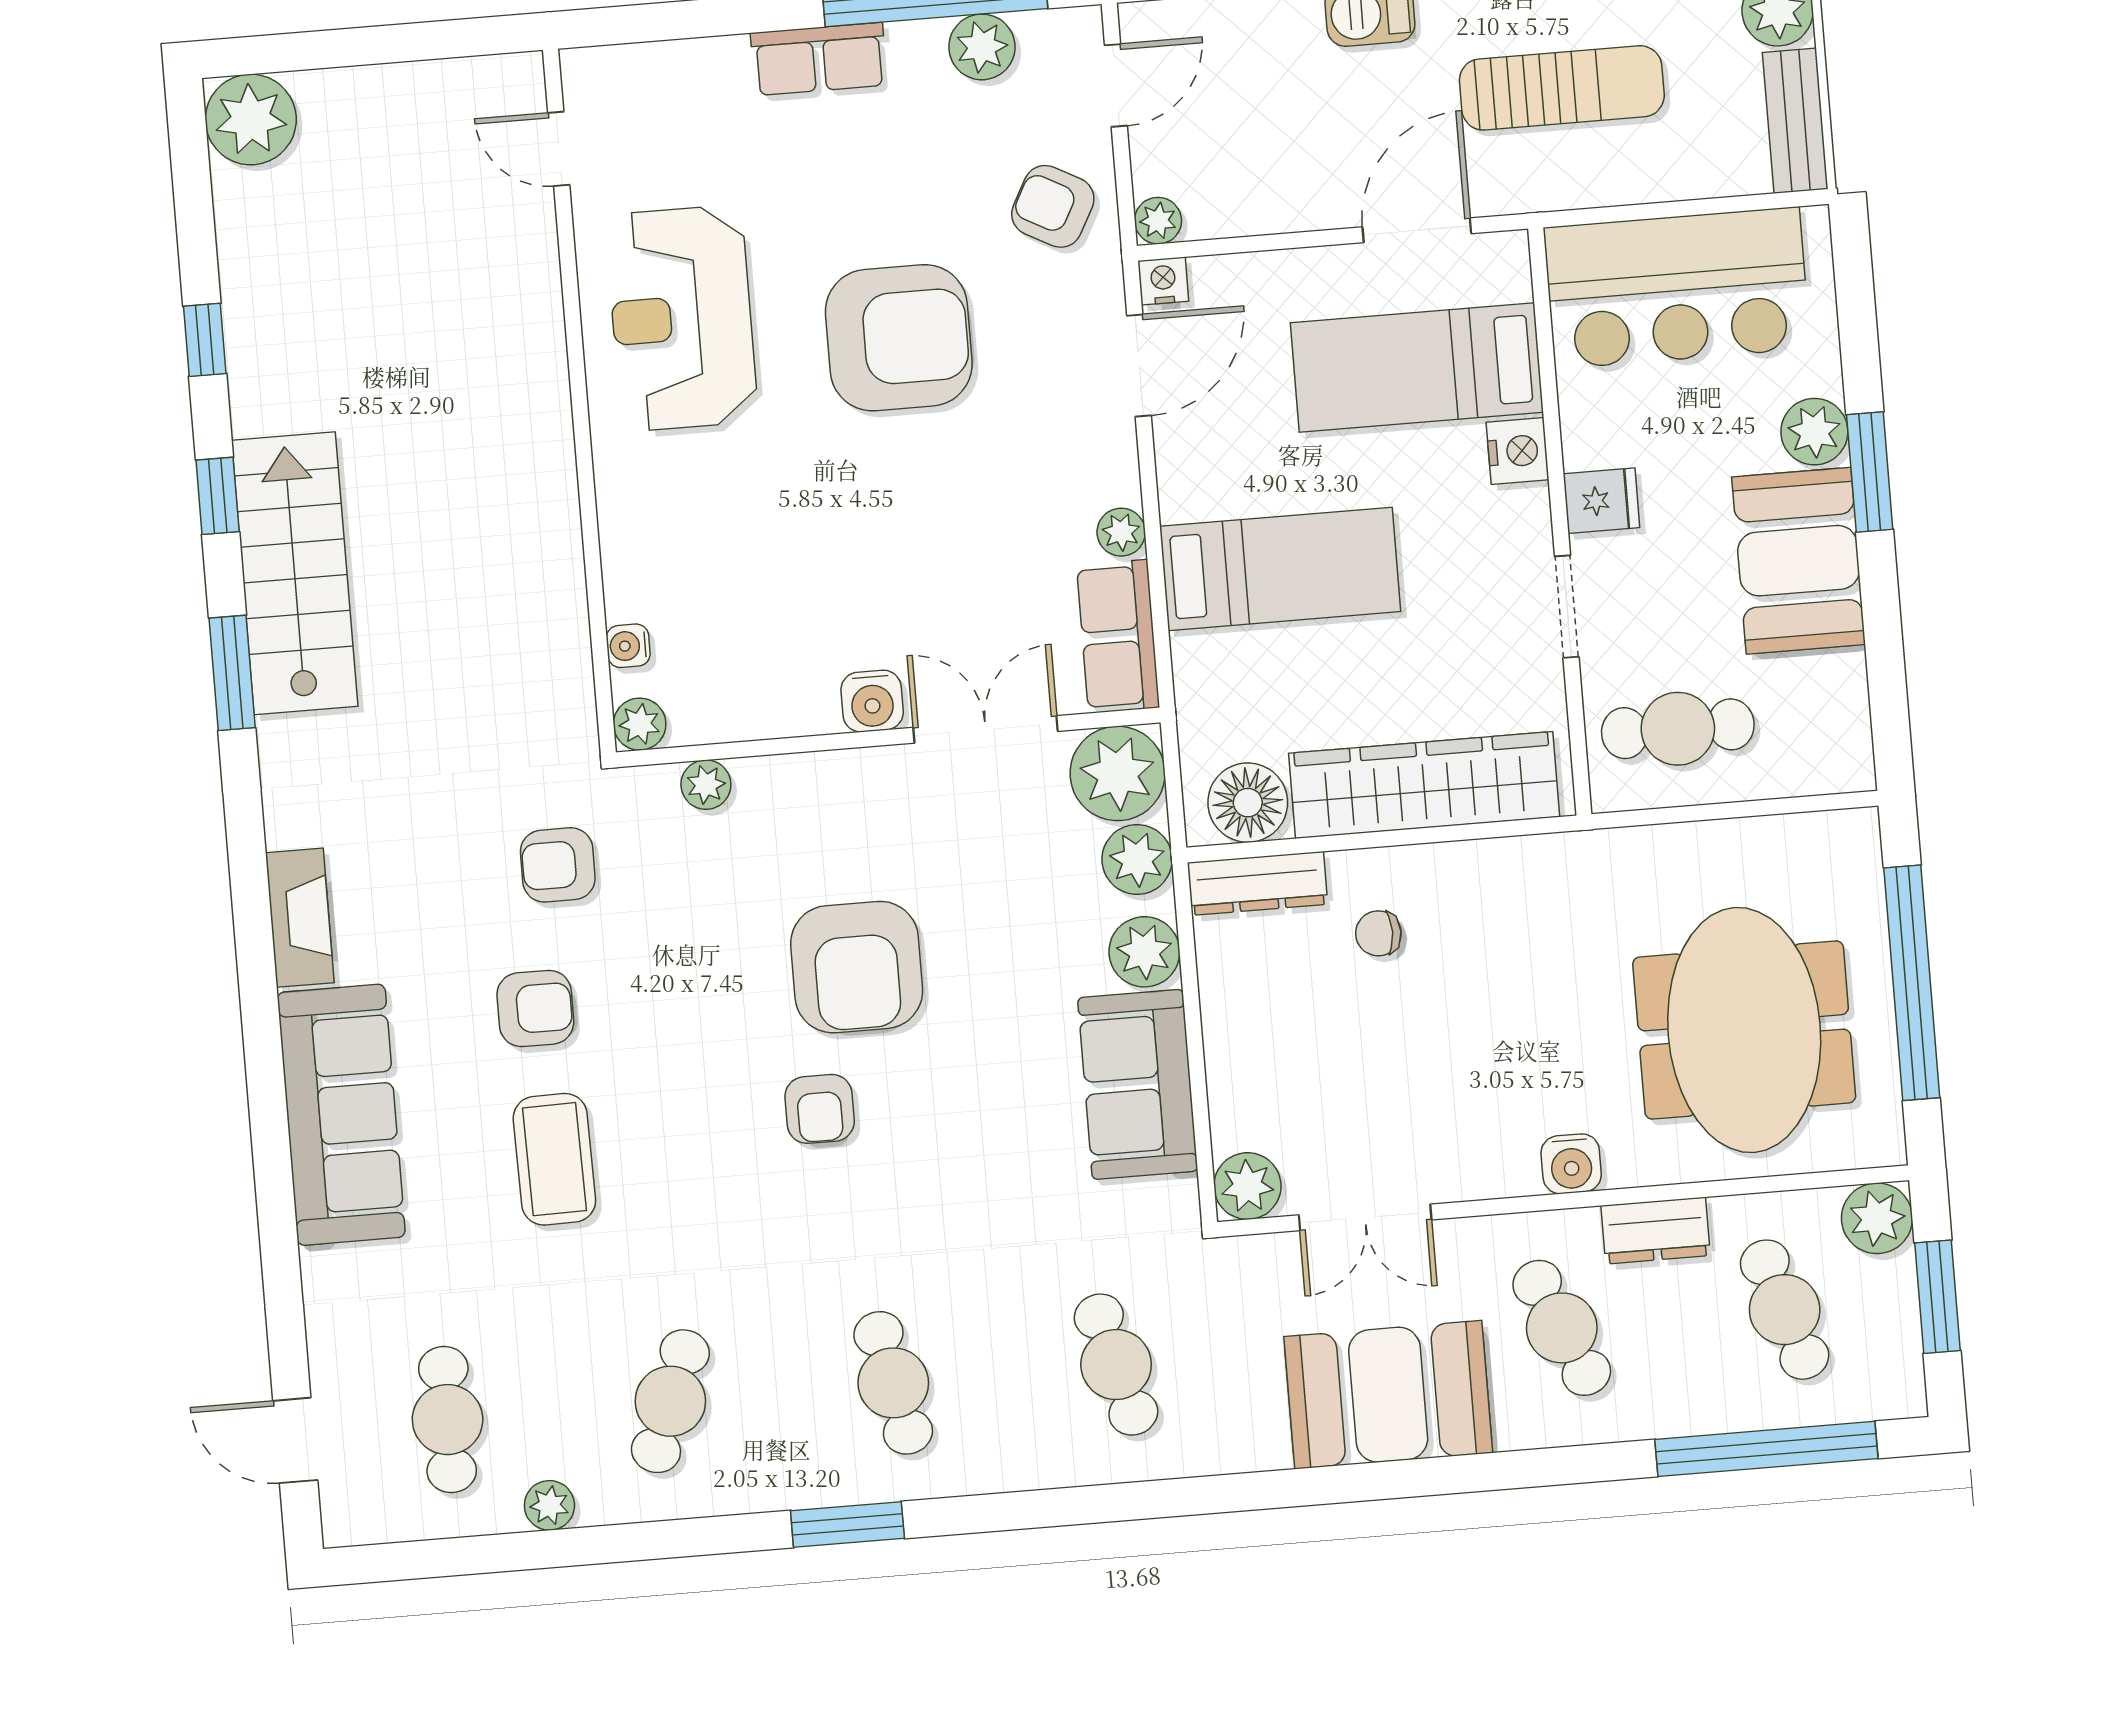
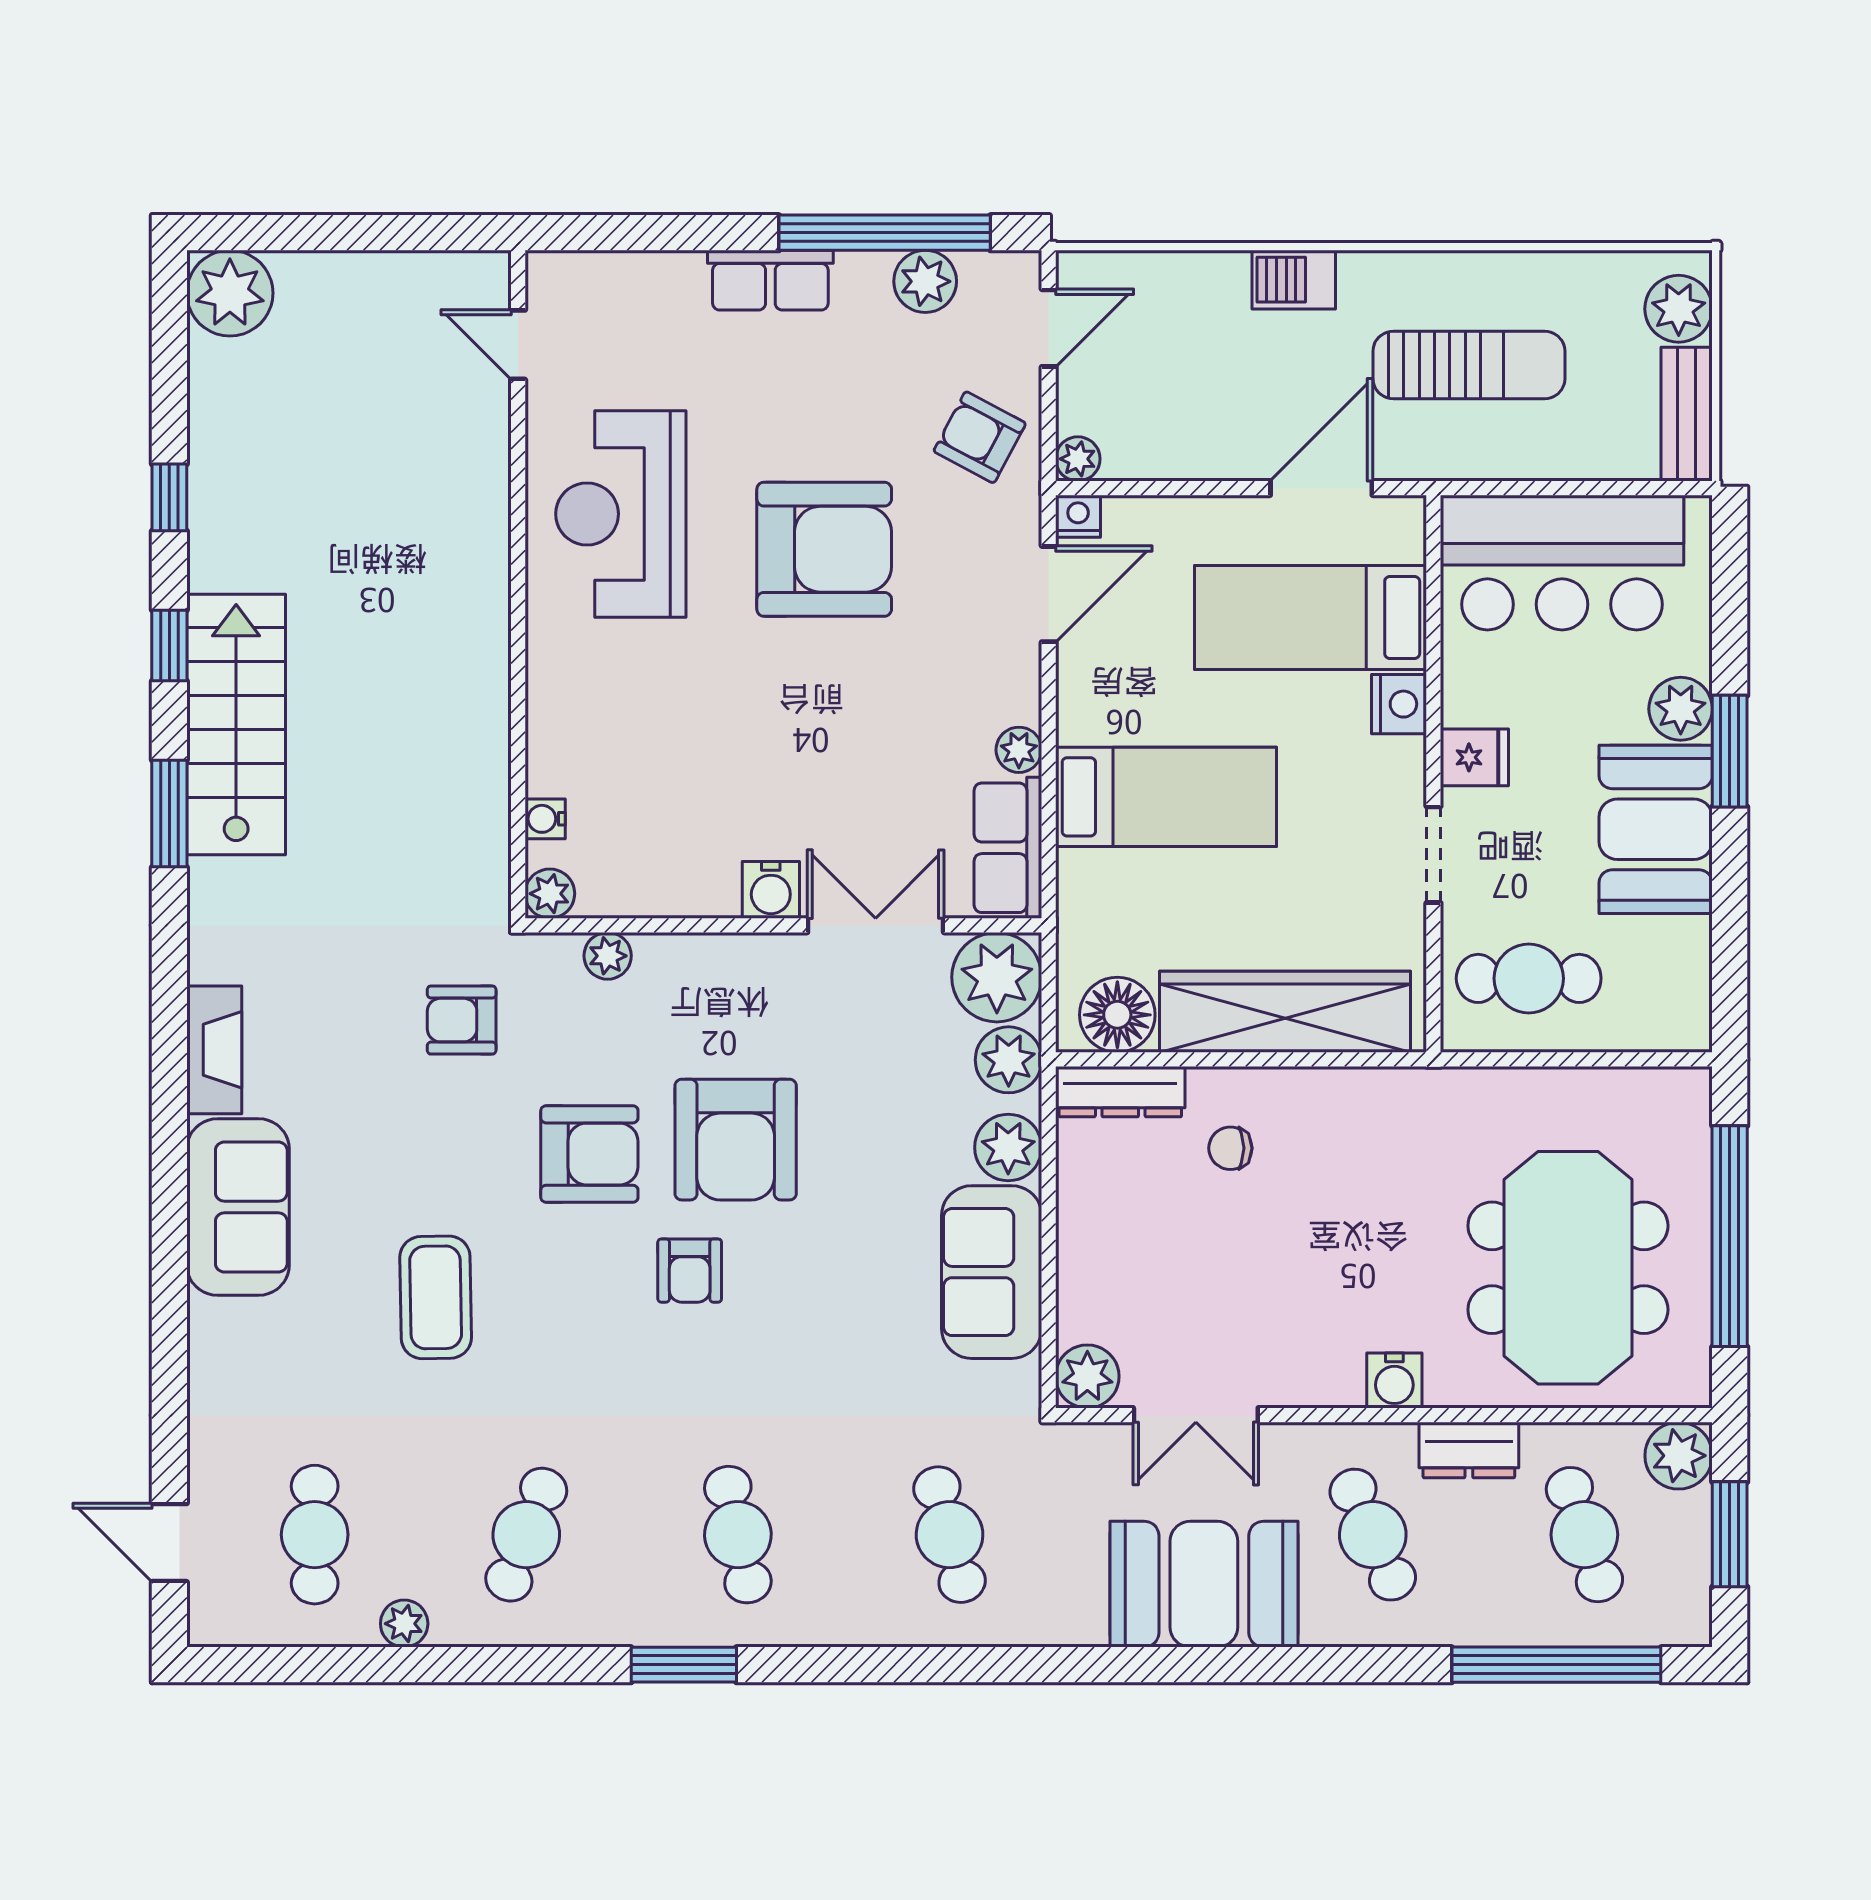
armchair: (535, 1008) -> (589, 1154), moved, width x1.38, depth x1.38
sofa: (341, 1115) -> (238, 1207), width x0.73

